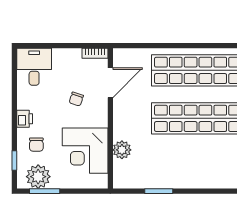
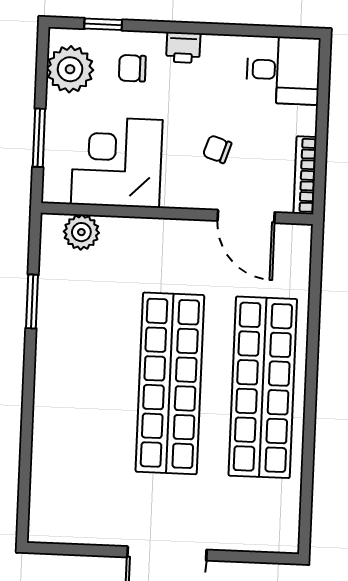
bookcase: (95, 53) -> (305, 175), width x1.56
plant: (122, 150) -> (81, 232), moved
window: (45, 191) -> (39, 138), moved

